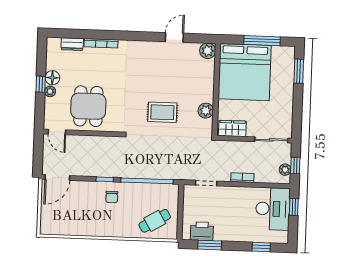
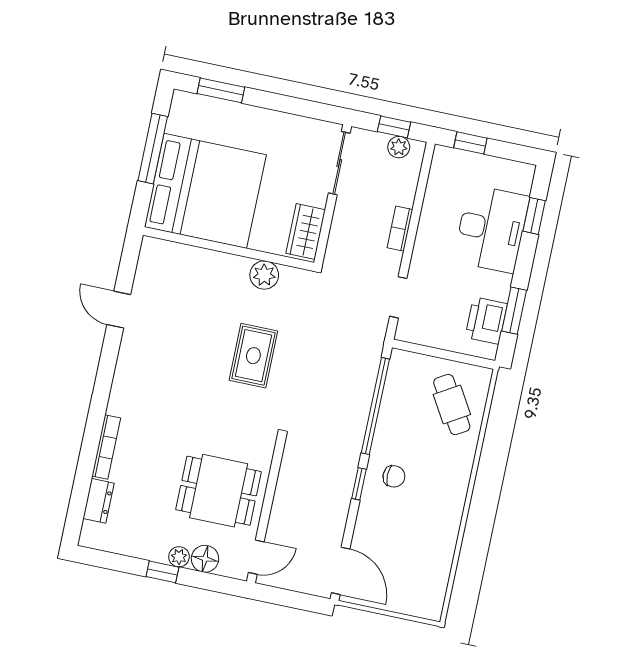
plant: (208, 51) -> (154, 252), removed
floor lamp: (52, 78) -> (205, 559), moved
desk: (273, 209) -> (491, 229), moved, turned 90

